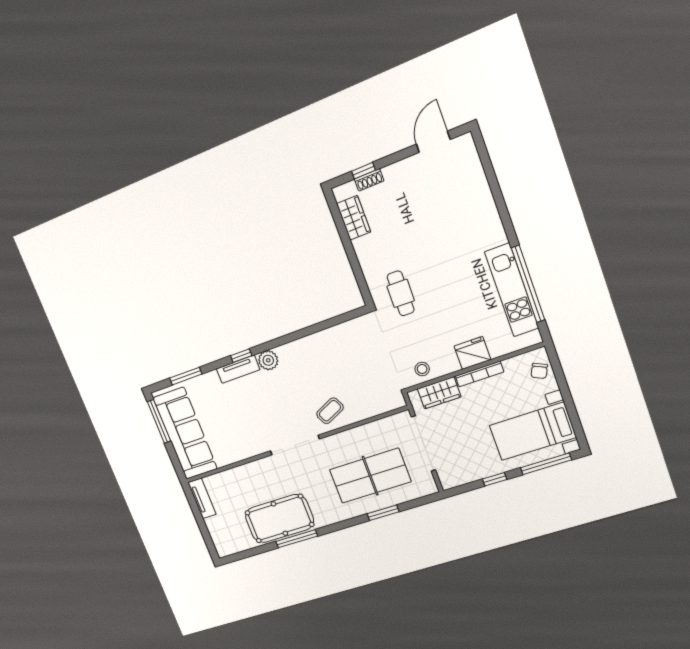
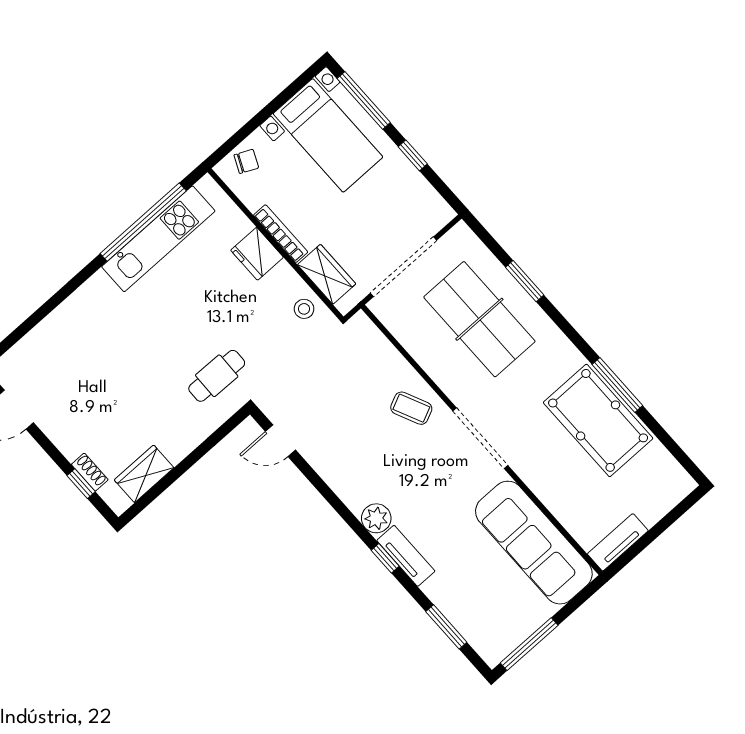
door: (341, 319) -> (280, 441), added
sofa: (185, 433) -> (534, 543), moved, turned -90

